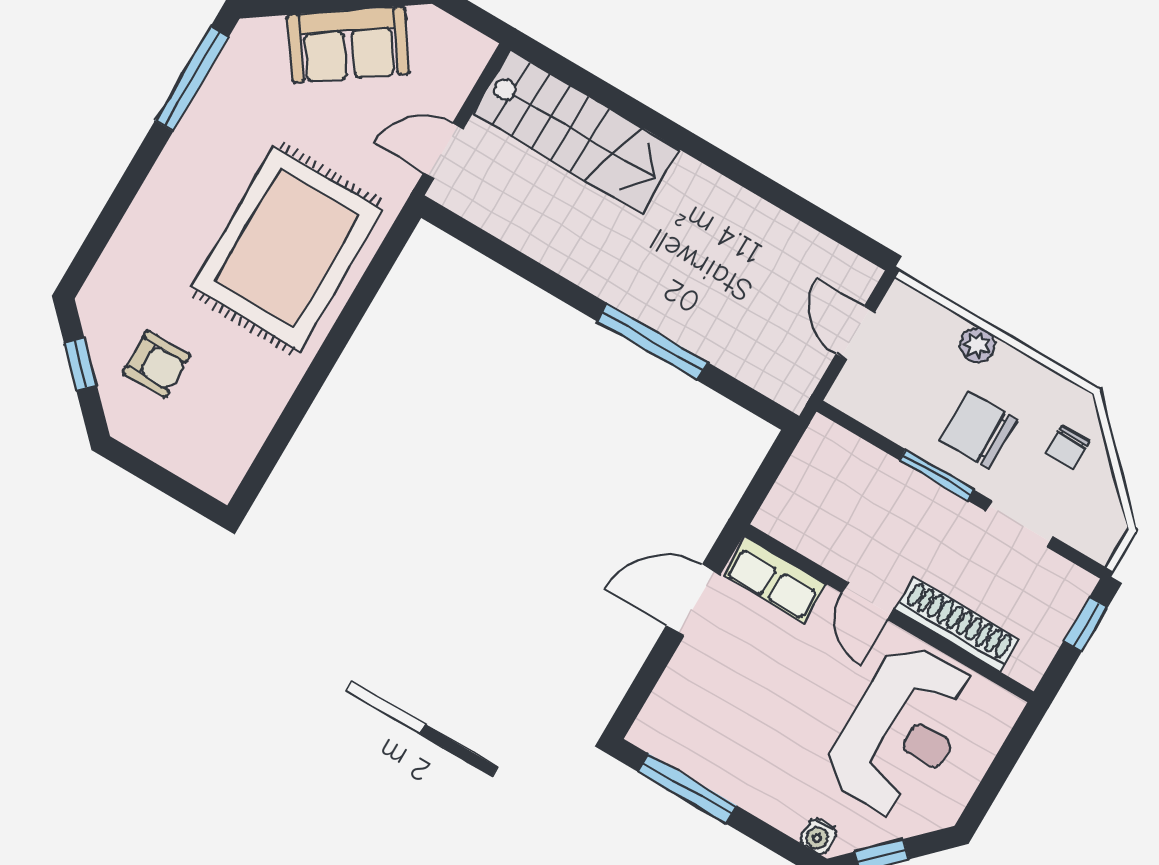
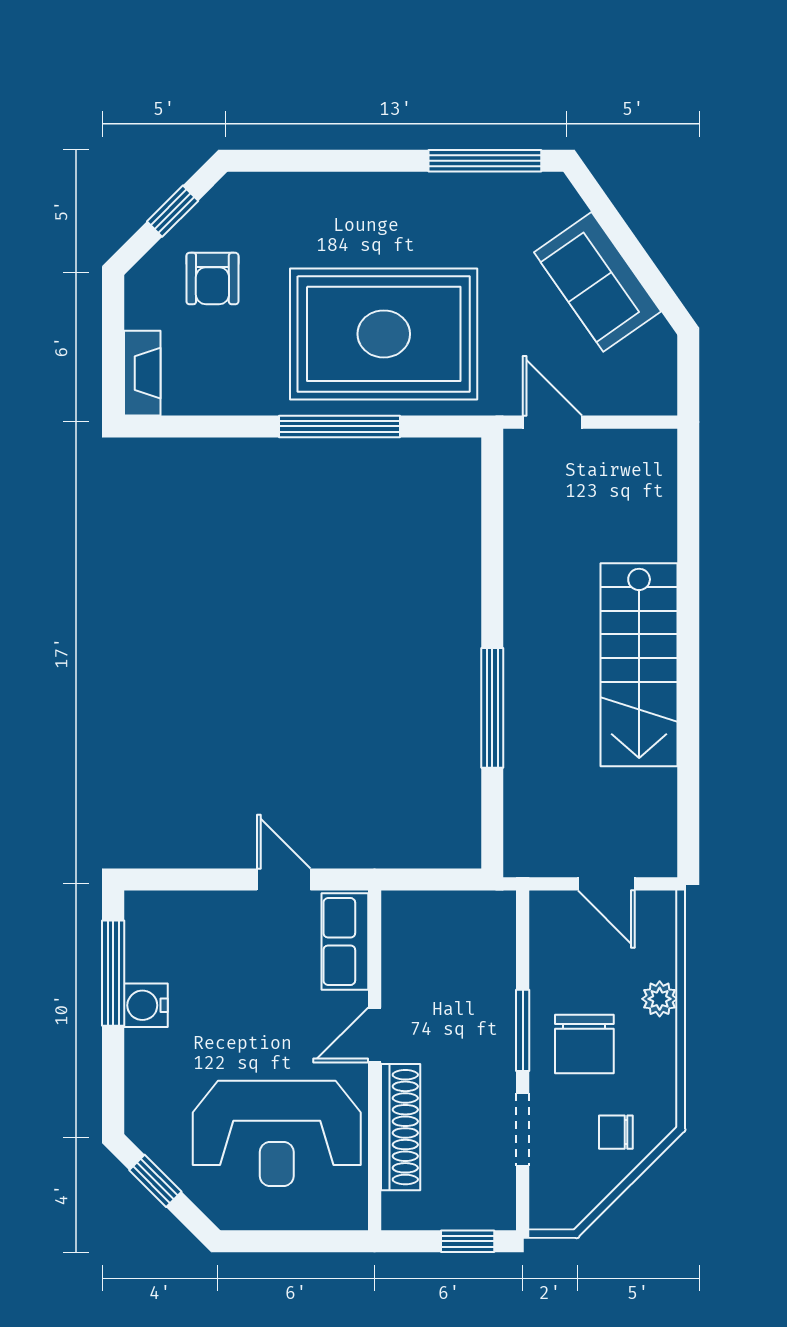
stairs: (576, 132) -> (639, 665), moved
window: (342, 331) -> (340, 426), added
door: (855, 333) -> (606, 884), swing flipped
chair: (978, 430) -> (584, 1044), turned 180
fireplace: (201, 469) -> (142, 373), added
door: (693, 600) -> (284, 880), width x0.73
water cooler: (818, 836) -> (146, 1005), moved, width x1.38, depth x1.38

